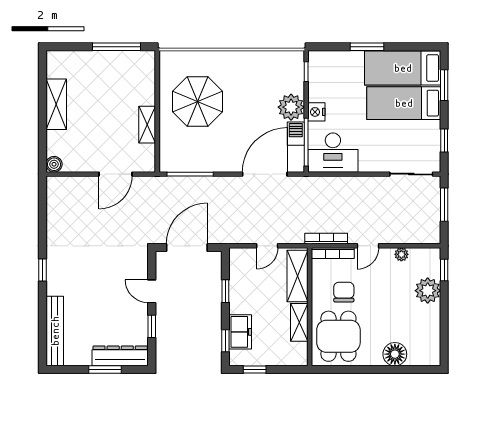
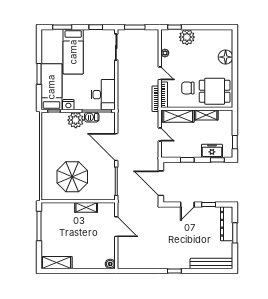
bed: (403, 68) -> (51, 87), moved, turned 180
shelving: (56, 104) -> (56, 263), moved
nightstand: (316, 112) -> (68, 105), moved
door: (265, 174) -> (116, 147), moved

